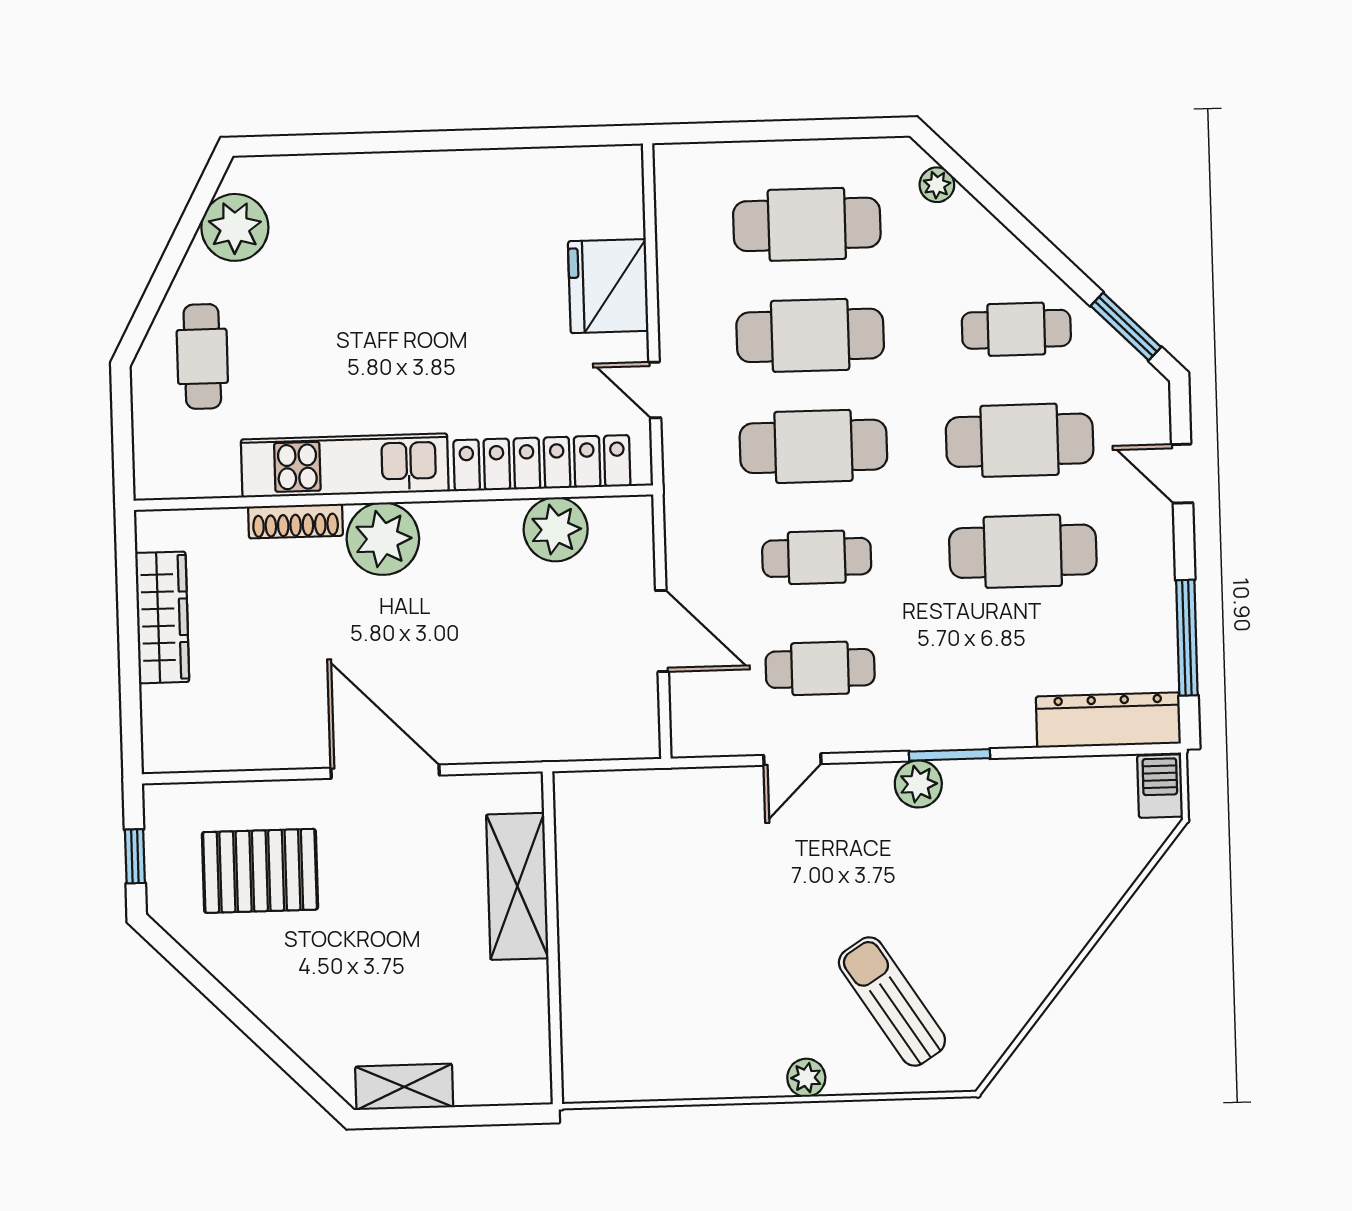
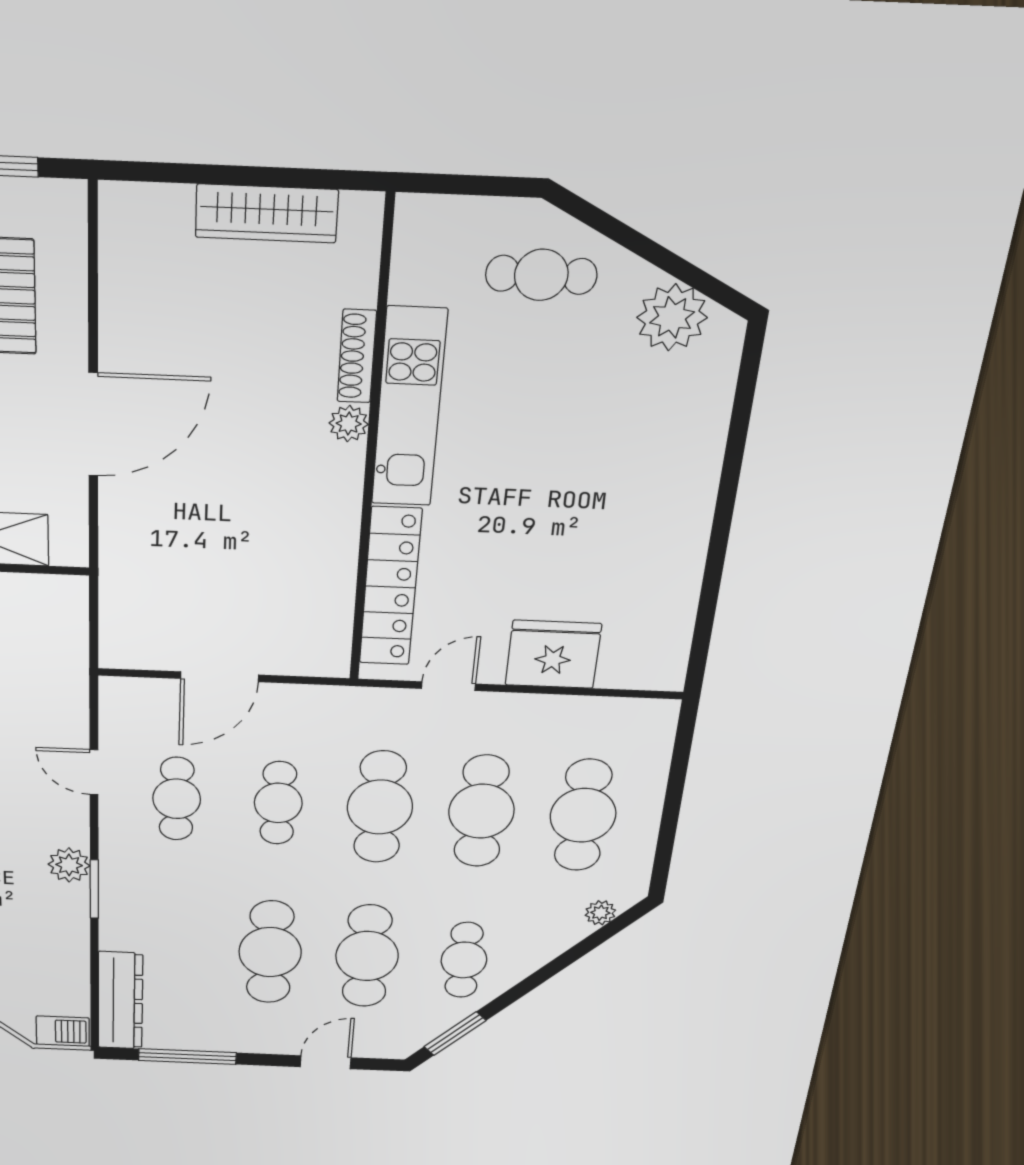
plant: (556, 529) -> (325, 594), removed
plant: (383, 539) -> (349, 424), width x0.53, depth x0.53

